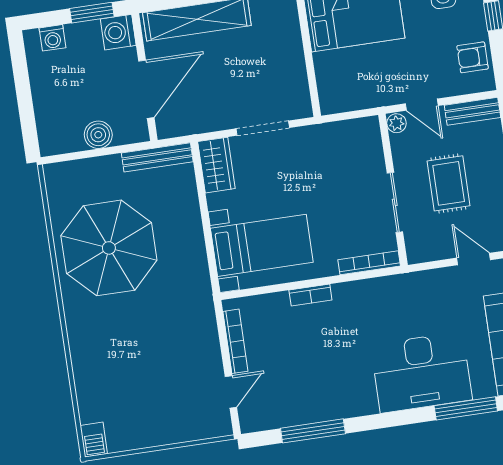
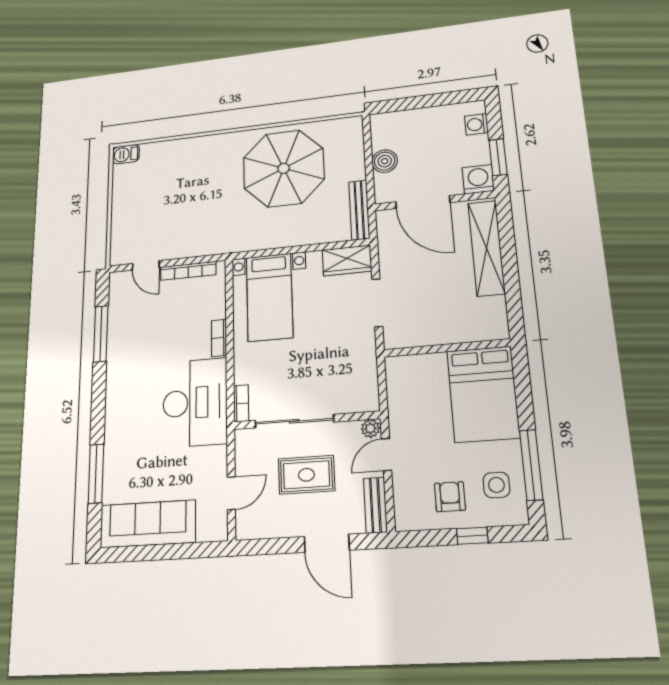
armchair: (473, 57) -> (450, 497), moved
sliding door: (395, 202) -> (294, 421), width x1.37
bookcase: (369, 263) -> (241, 403), width x0.64
desk: (421, 372) -> (195, 403), moved, turned 180

